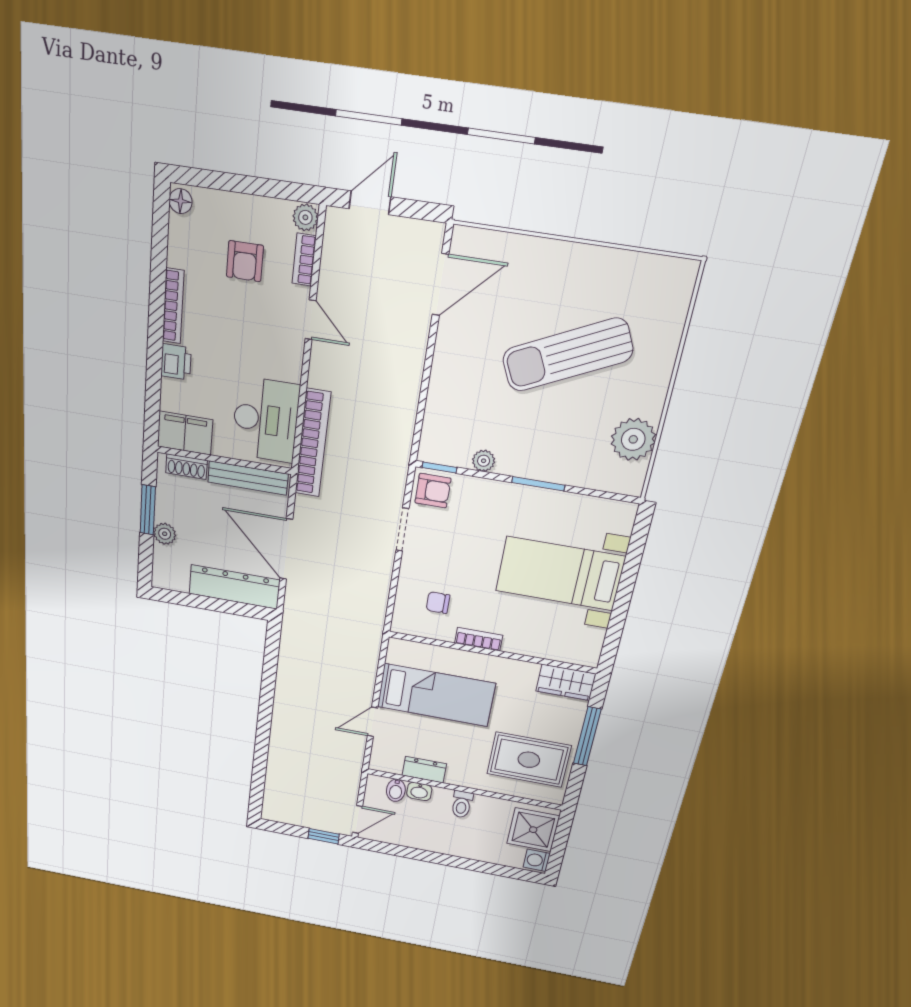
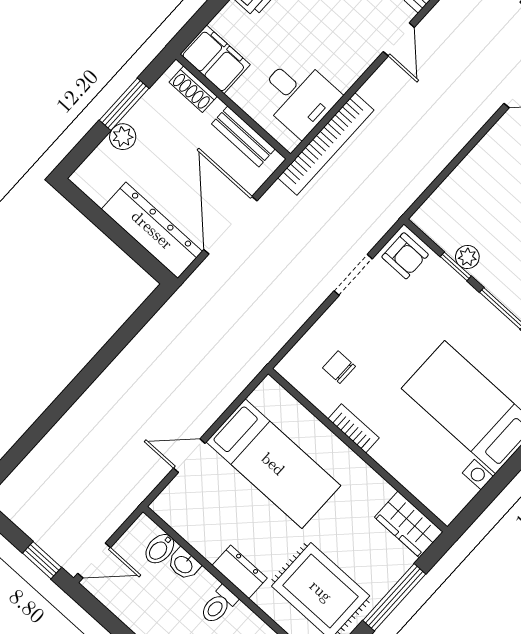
desk: (266, 420) -> (298, 96), width x0.73
window: (439, 467) -> (456, 266), moved
bench: (248, 478) -> (243, 136), width x0.73
dresser: (424, 770) -> (240, 572), moved

